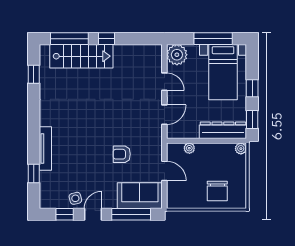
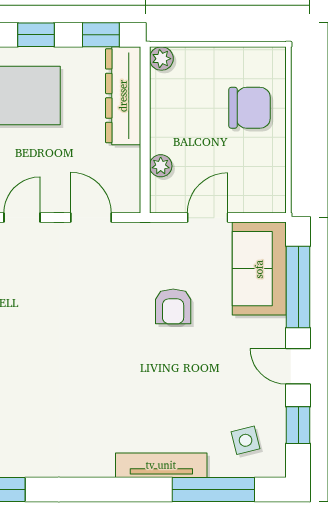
window: (34, 174) -> (213, 489), width x2.17
side table: (75, 198) -> (246, 440), moved

